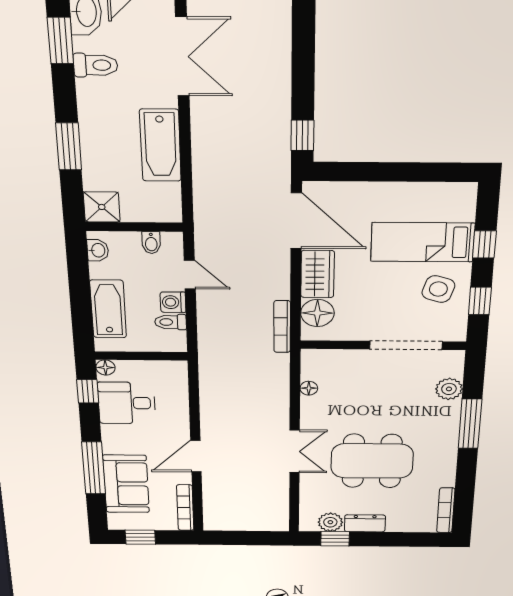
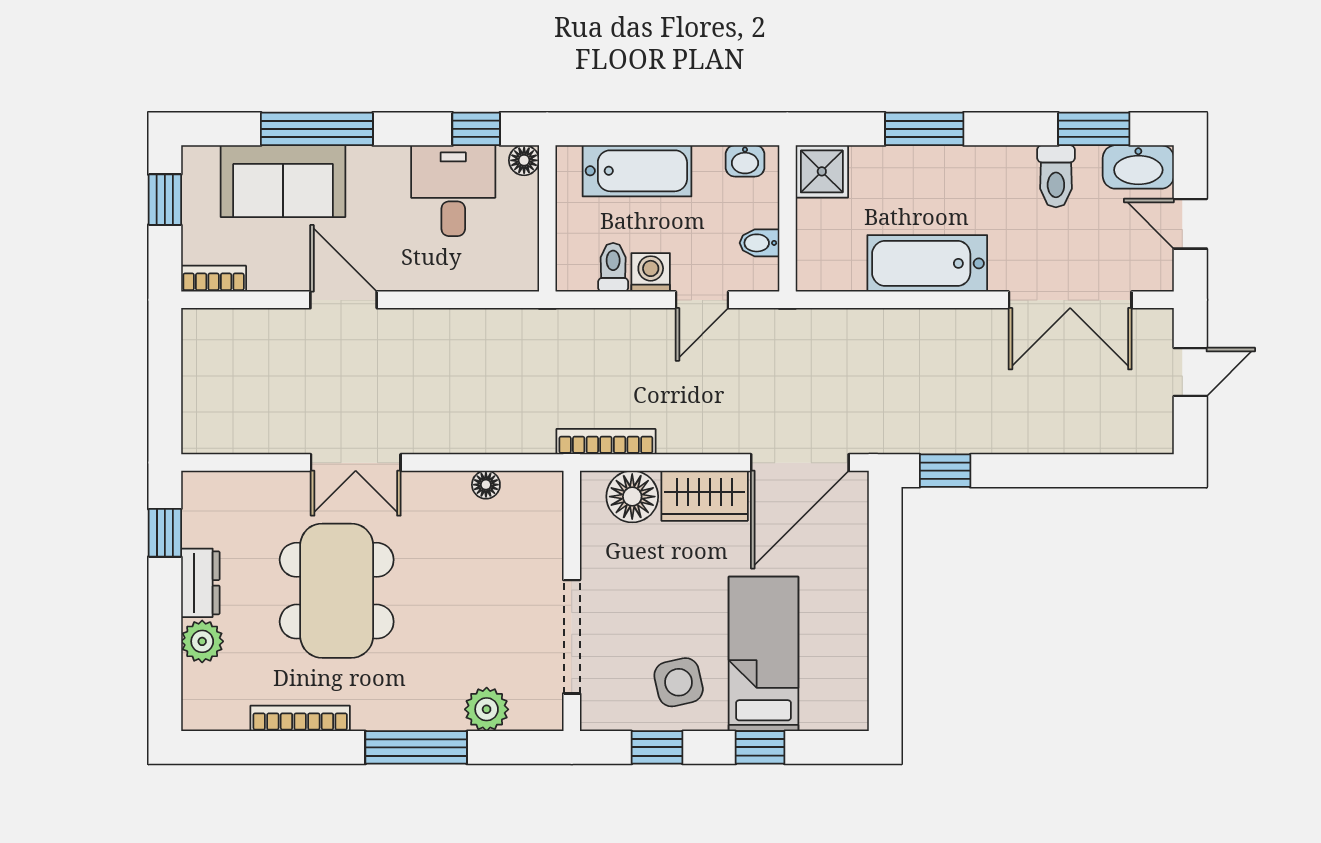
side table: (438, 289) -> (679, 682), turned -30
bookcase: (185, 508) -> (214, 279), width x0.64
bookcase: (446, 510) -> (300, 718), moved
plant: (330, 522) -> (202, 641), moved

